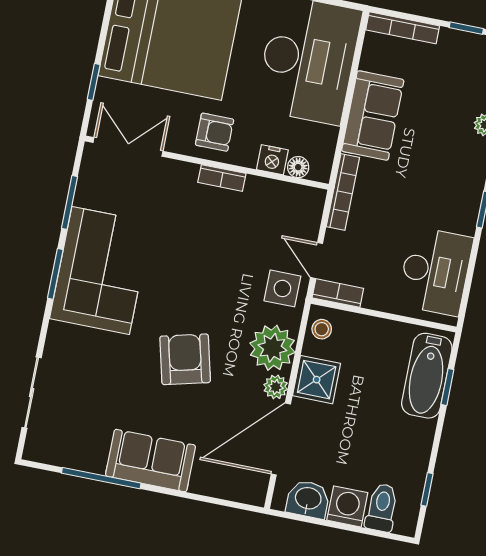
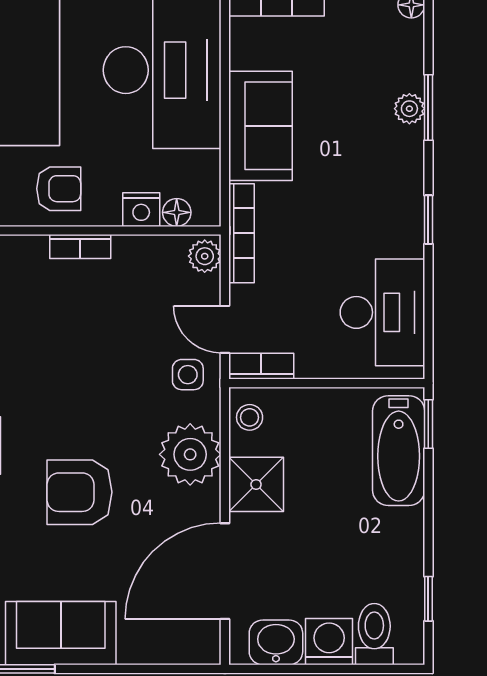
side table: (282, 288) -> (188, 375), width x0.73, depth x0.73
armchair: (185, 359) -> (80, 492), turned -76
plant: (276, 387) -> (205, 256), moved
window: (447, 387) -> (428, 424), moved

